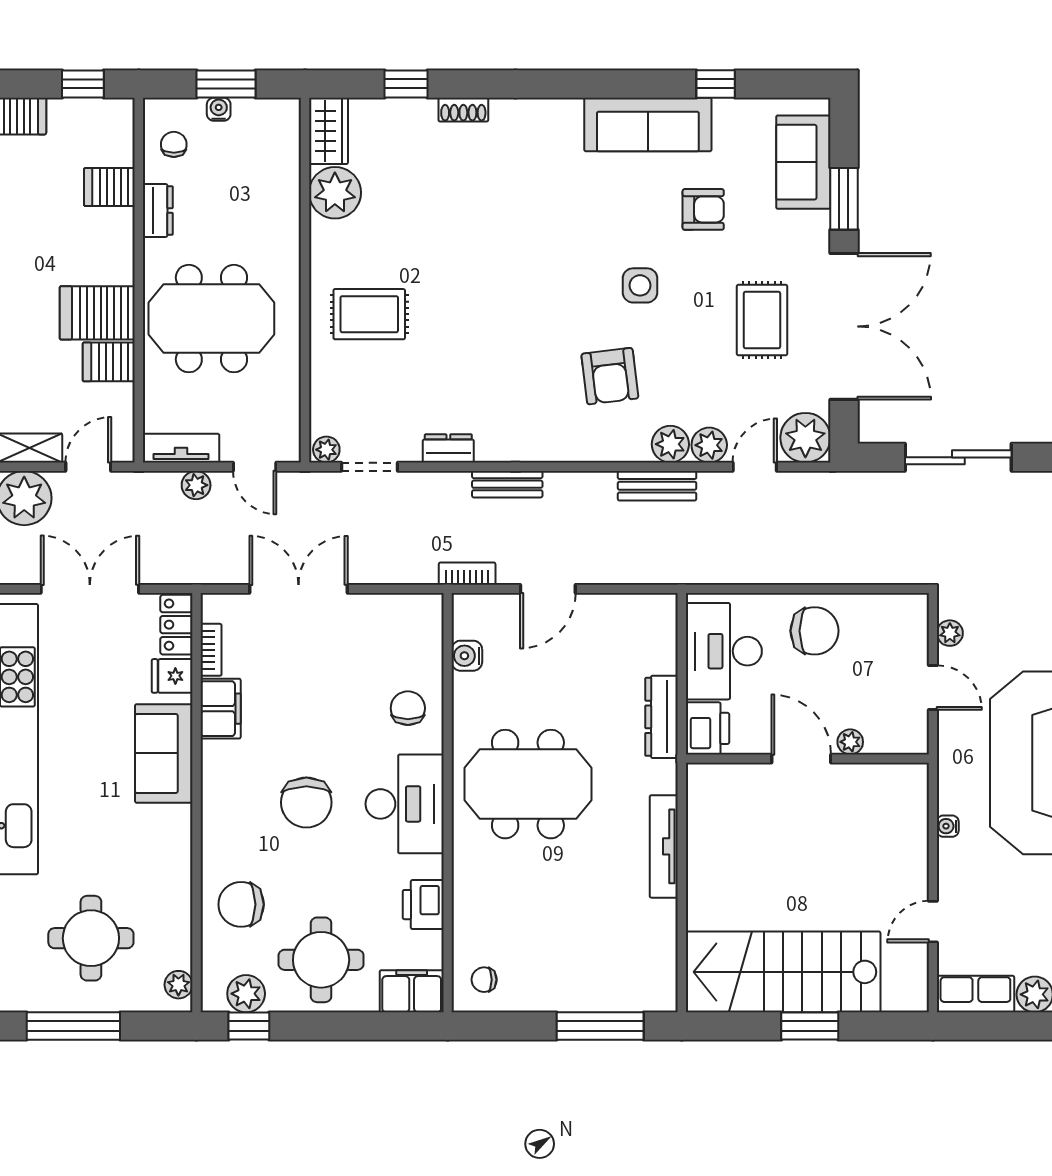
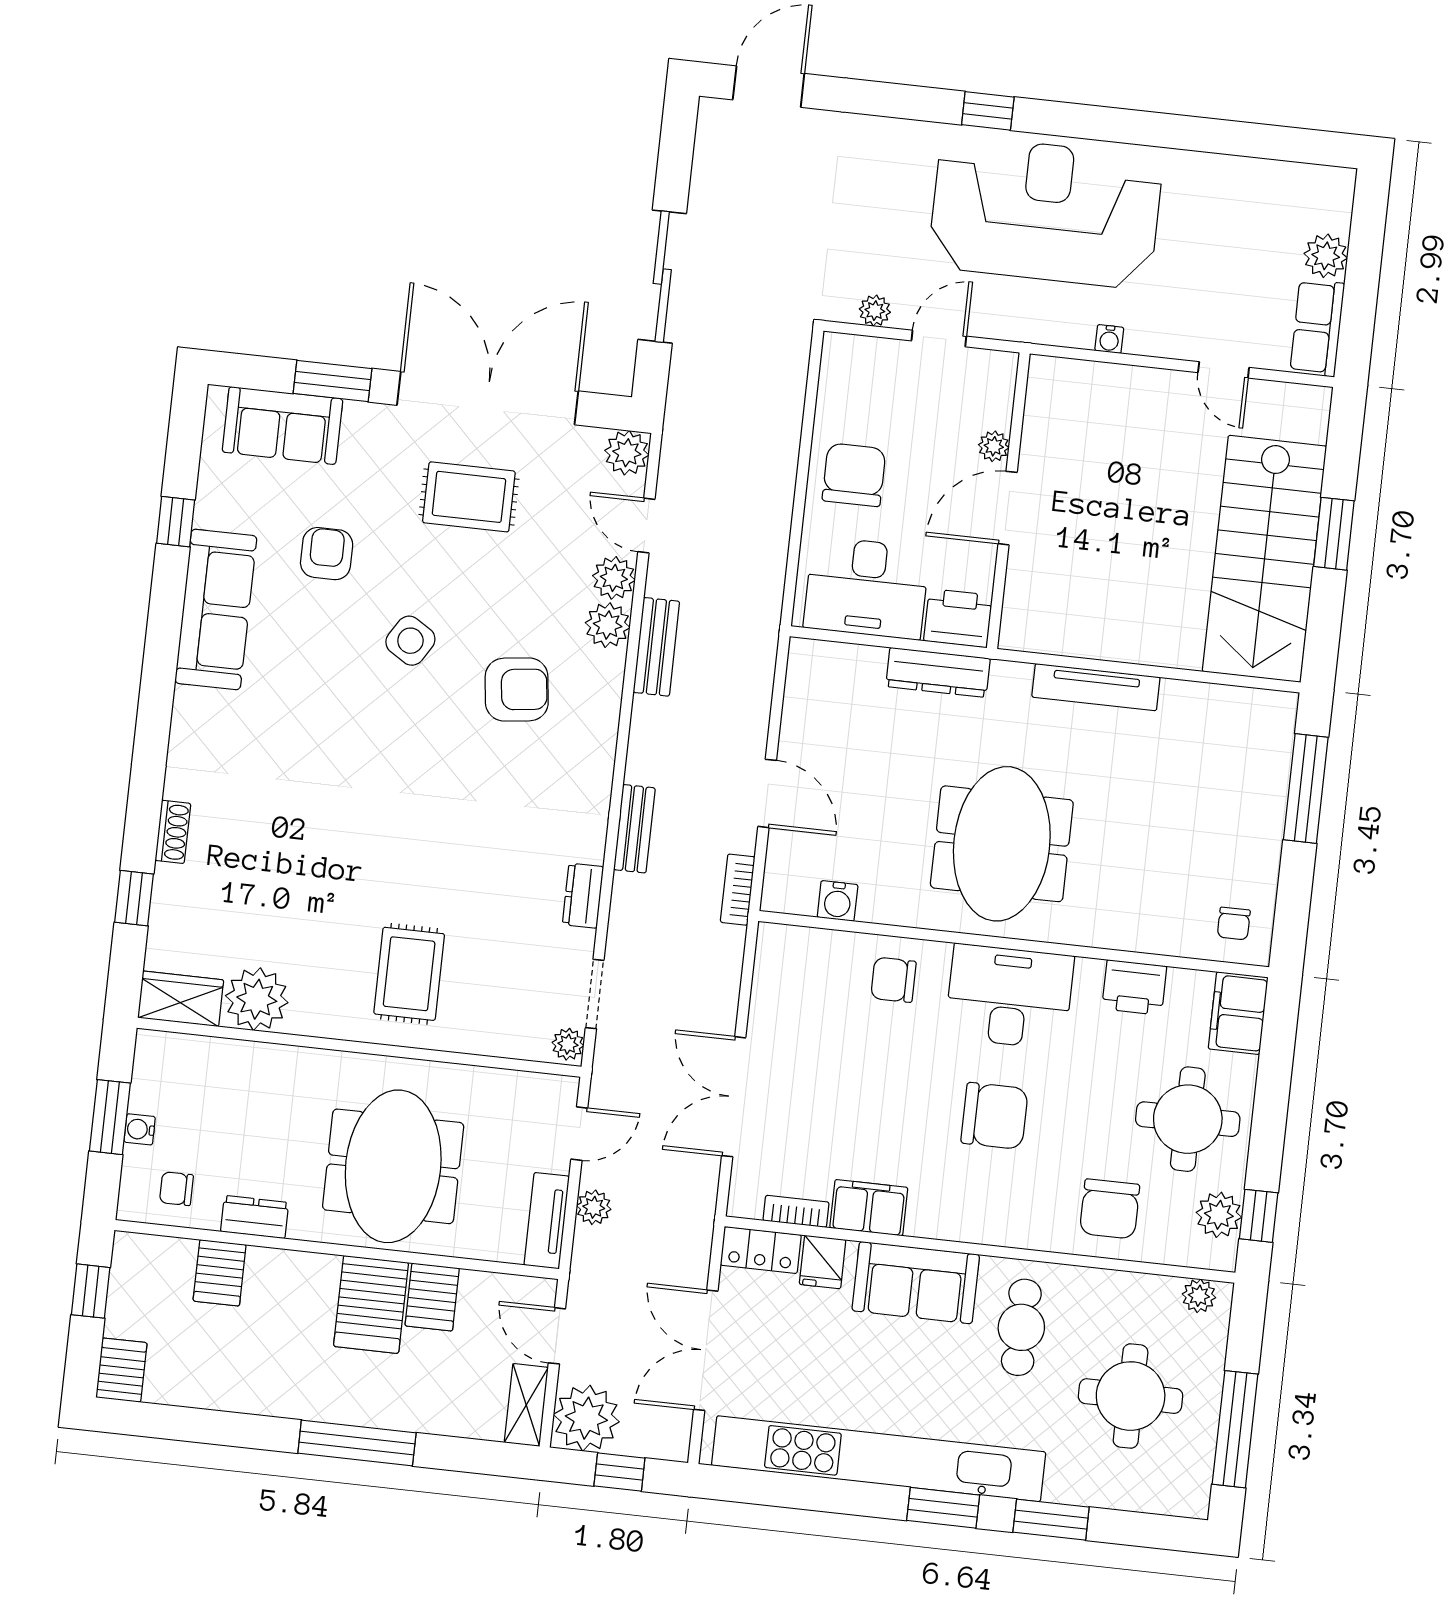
side table: (640, 285) -> (410, 641), turned 32
plant: (805, 438) -> (627, 453), width x0.73, depth x0.73
cafe table: (137, 843) -> (1021, 1327), added

